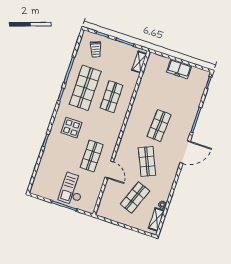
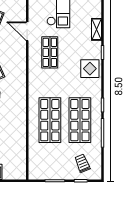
shelving: (139, 62) -> (96, 29), moved
shop shelf: (112, 97) -> (50, 120), width x1.43, depth x1.36
display table: (71, 128) -> (90, 69), moved
door: (109, 169) -> (27, 31), moved

